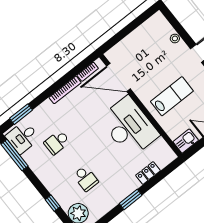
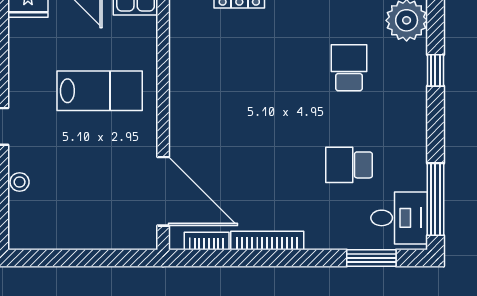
lab bench: (172, 96) -> (100, 91), turned 180
desk: (129, 127) -> (210, 96), removed
school desk: (57, 142) -> (349, 165), turned 180

